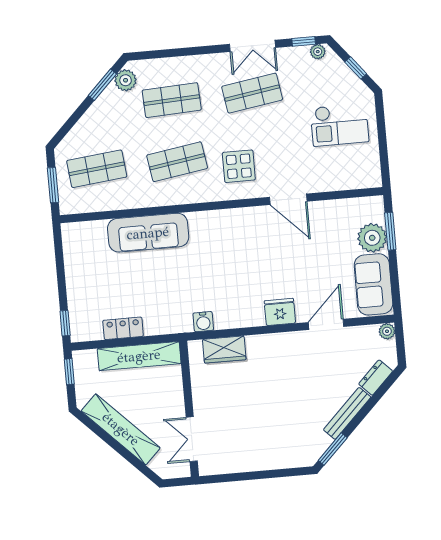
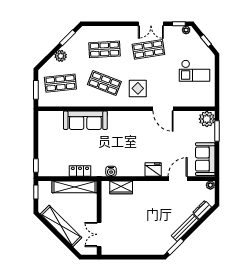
plant: (126, 80) -> (61, 56), moved
shop shelf: (177, 162) -> (104, 83), turned 30
plant: (372, 238) -> (207, 119), moved
locker: (123, 328) -> (80, 171), moved

